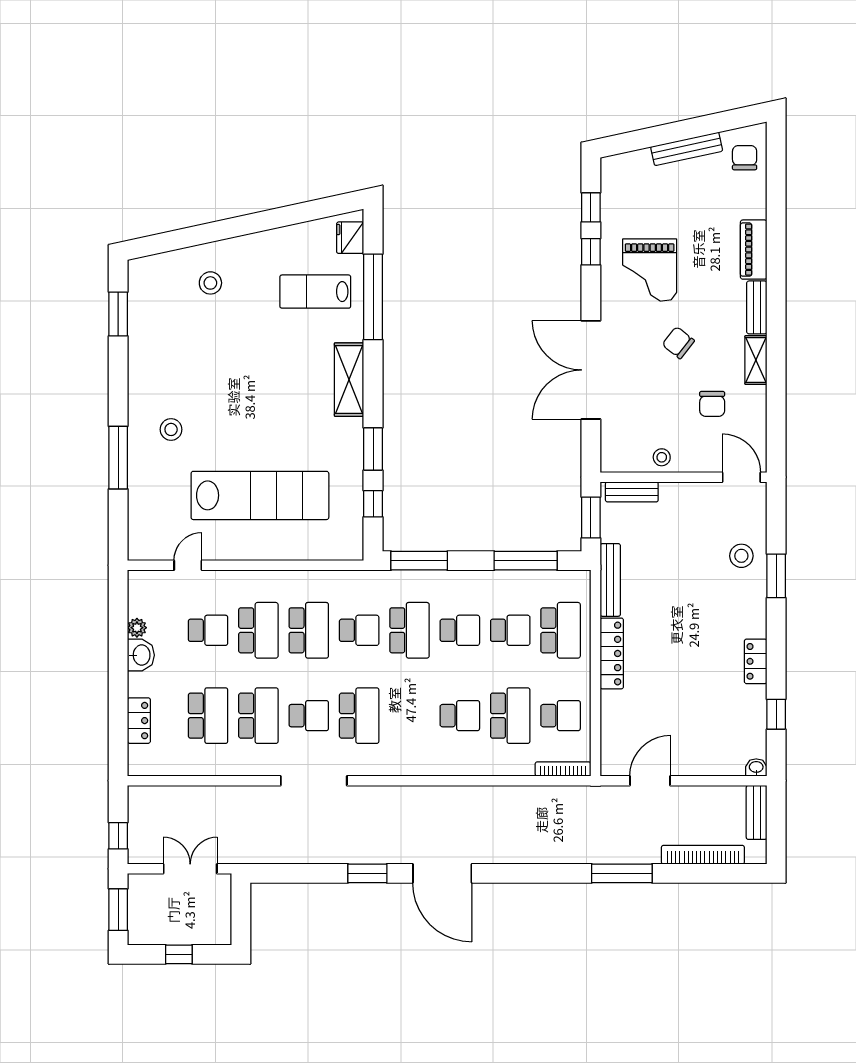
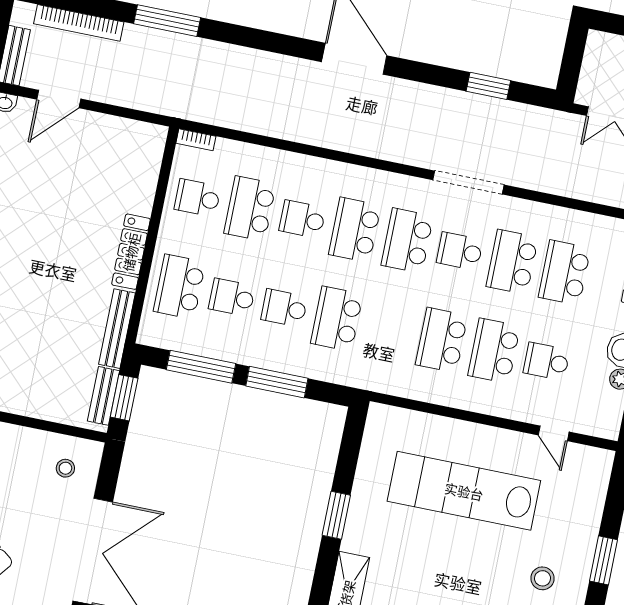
stool: (662, 457) -> (65, 468), moved
window: (118, 458) -> (604, 560), width x0.69
bench: (632, 492) -> (103, 396), moved, turned 90
window: (373, 504) -> (348, 458), removed
window: (419, 561) -> (277, 382), moved
door: (188, 565) -> (554, 433), hinge flipped
school desk: (359, 630) -> (355, 230), moved, width x1.85
bookcase: (563, 769) -> (196, 140), width x0.64
door: (650, 781) -> (59, 99), moved
window: (367, 873) -> (488, 86), moved

